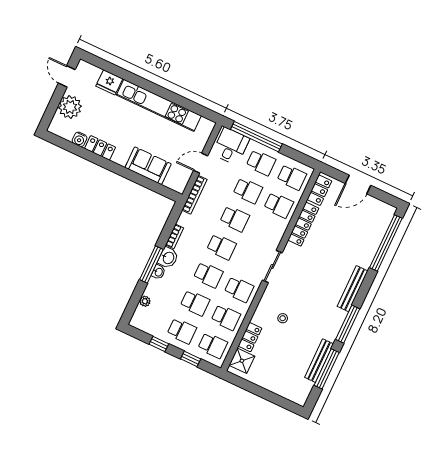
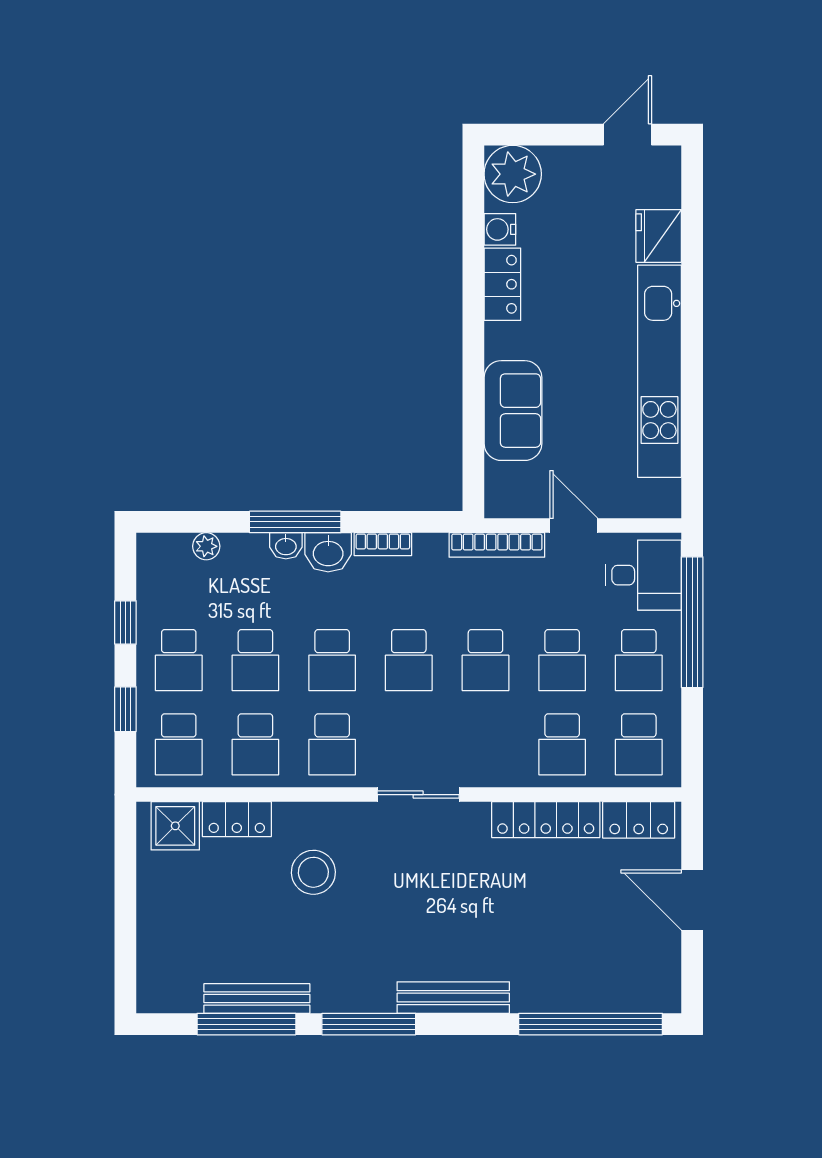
plant: (70, 107) -> (513, 174), moved
stool: (283, 318) -> (313, 872), width x1.89, depth x1.89

